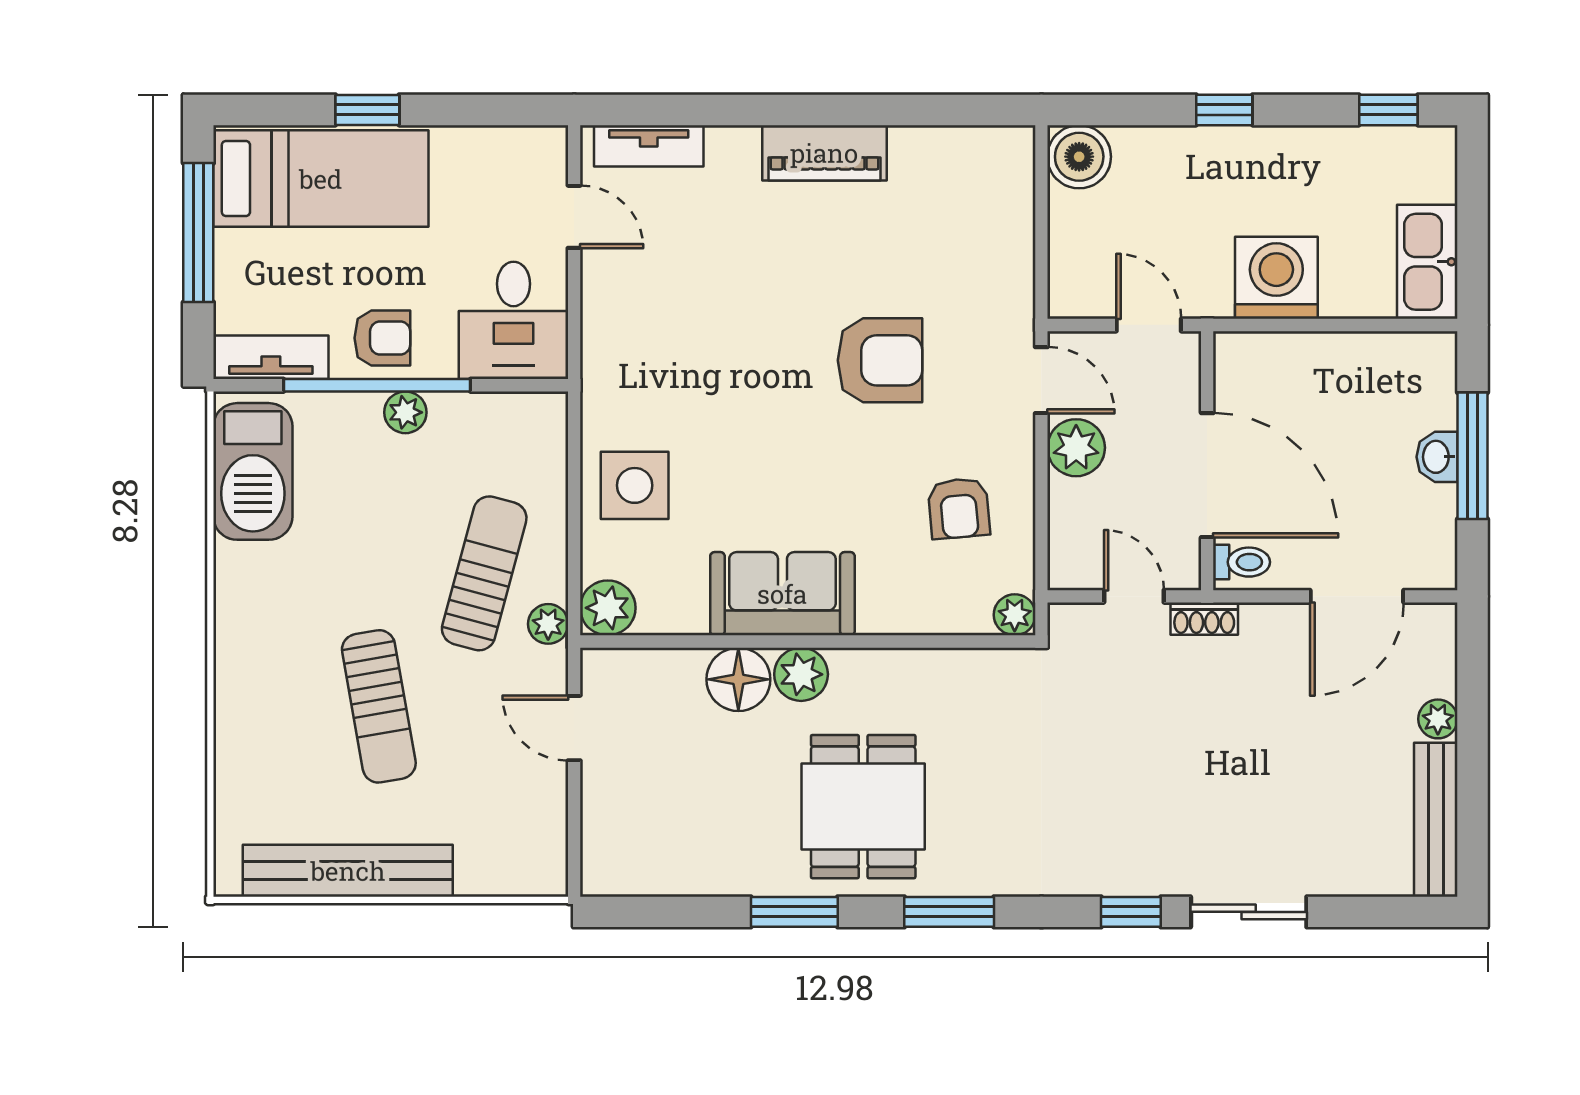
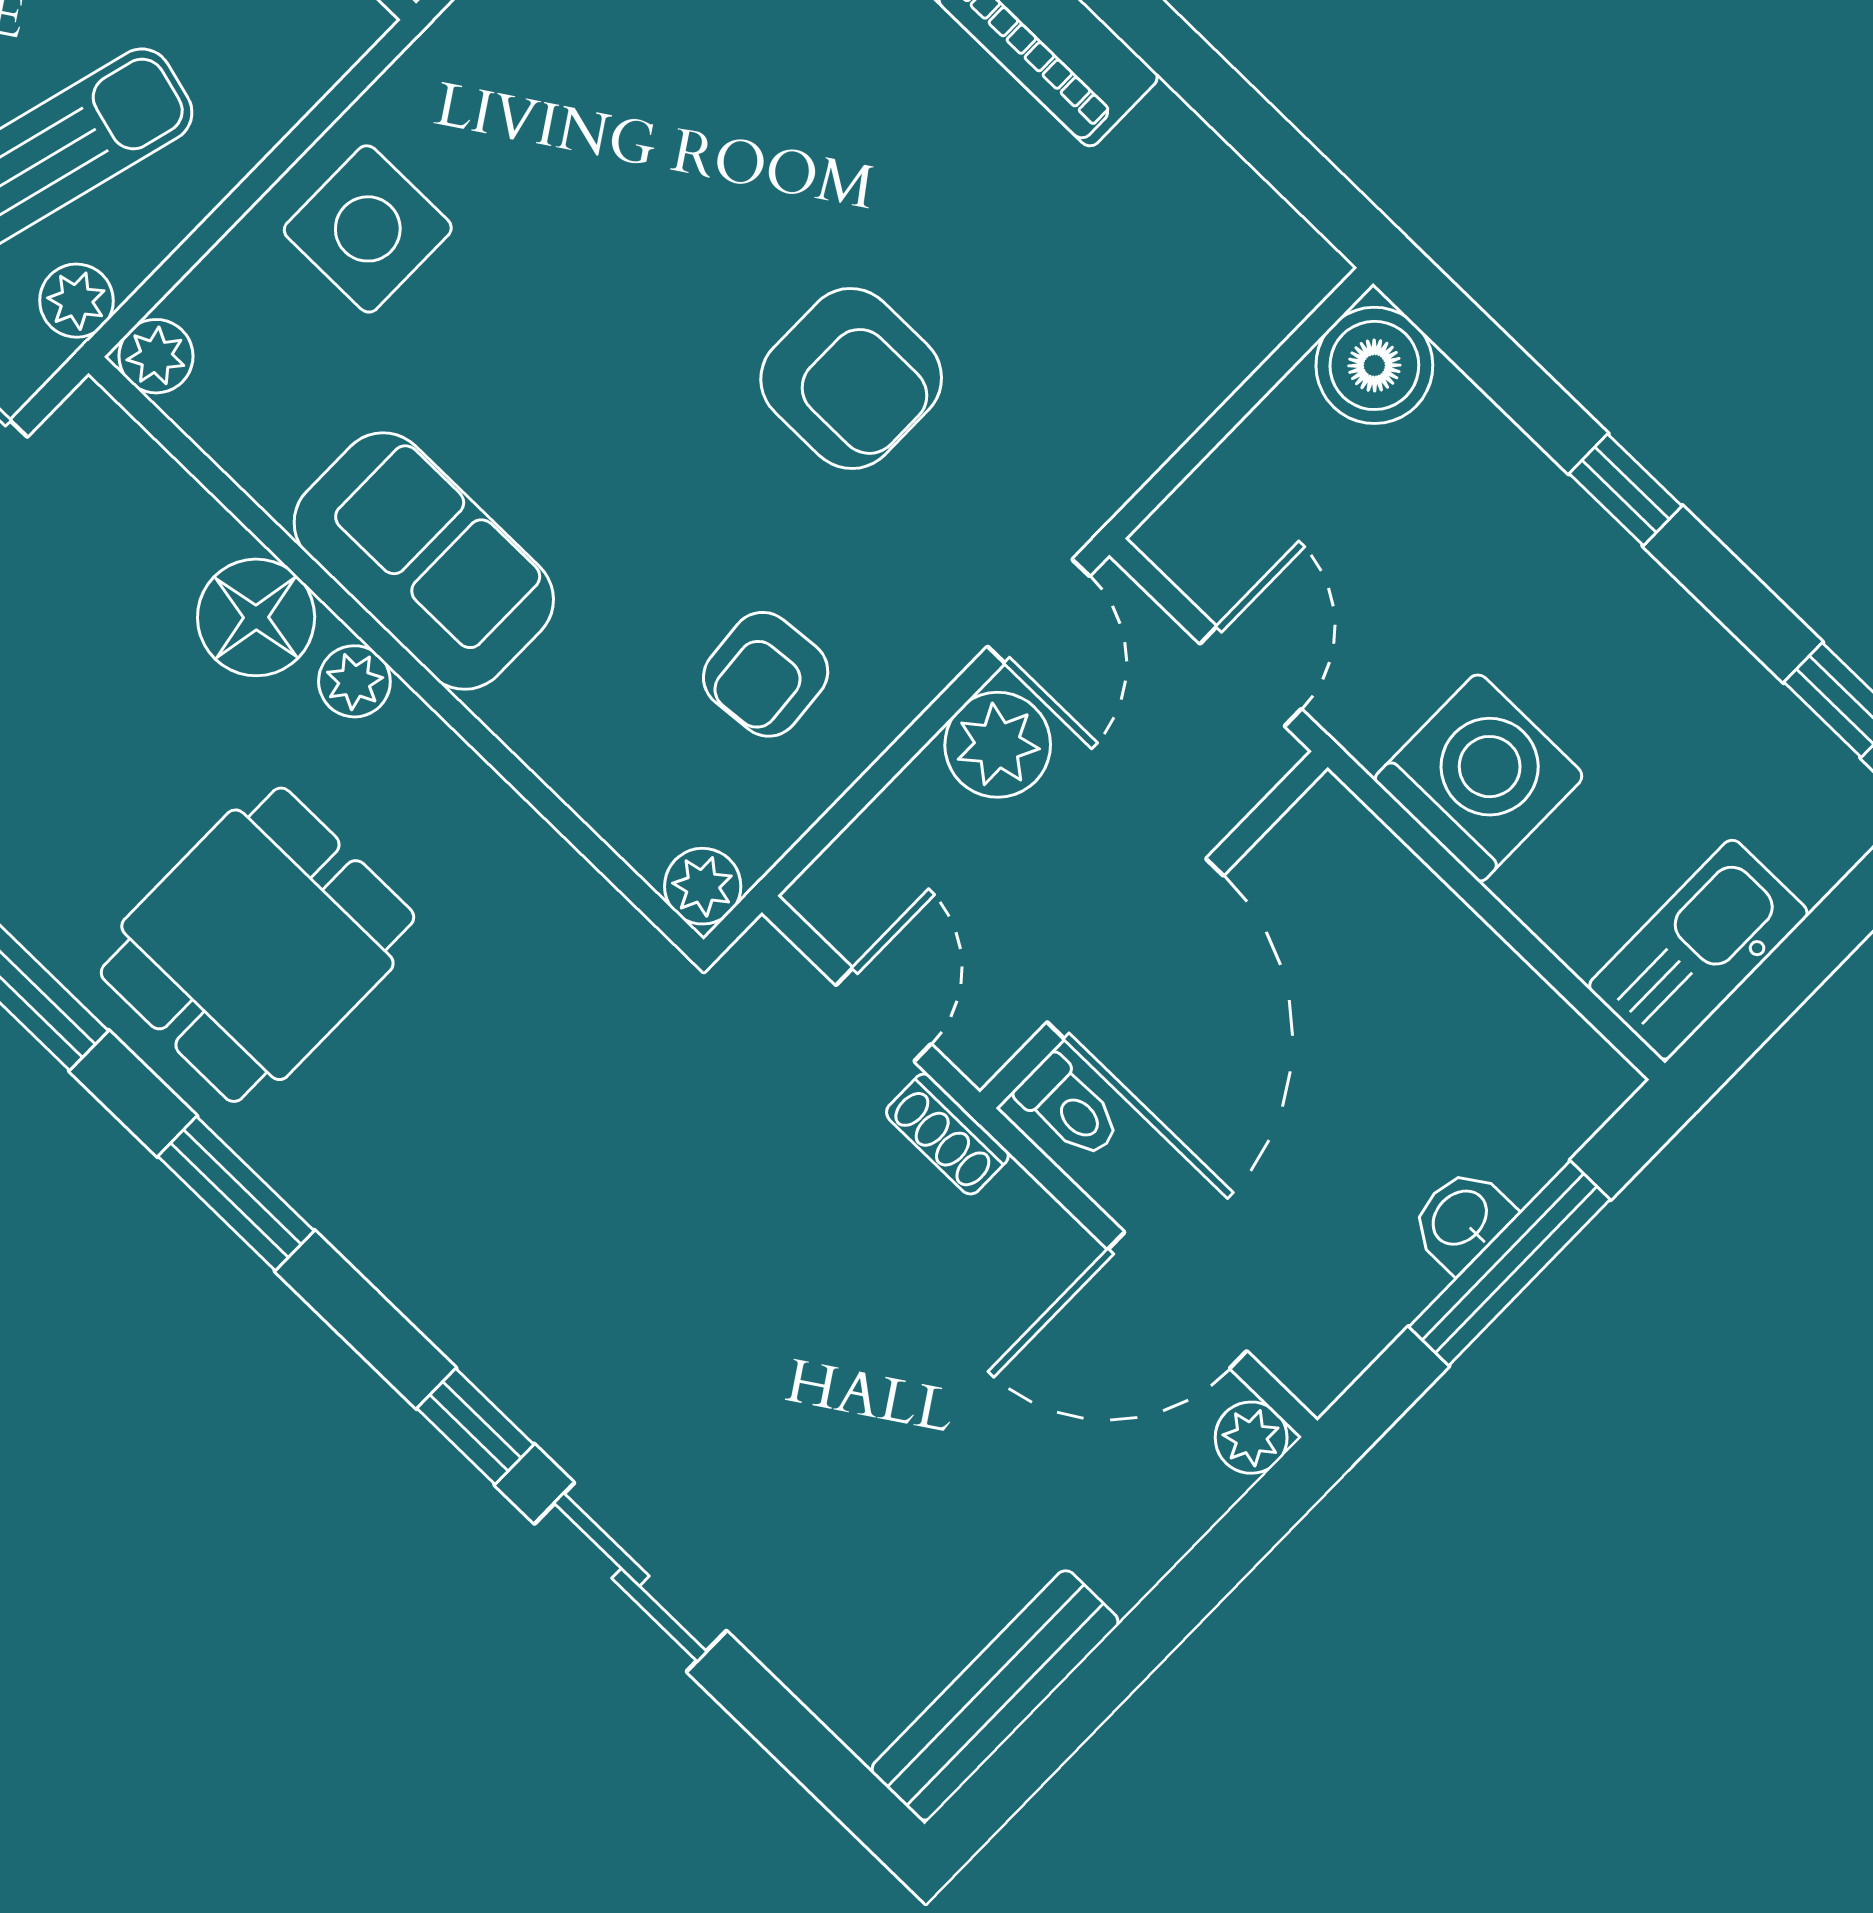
plant: (608, 608) -> (156, 356), width x0.73, depth x0.73
plant: (801, 674) -> (354, 681), width x0.73, depth x0.73
plant: (1438, 719) -> (1251, 1438), moved

